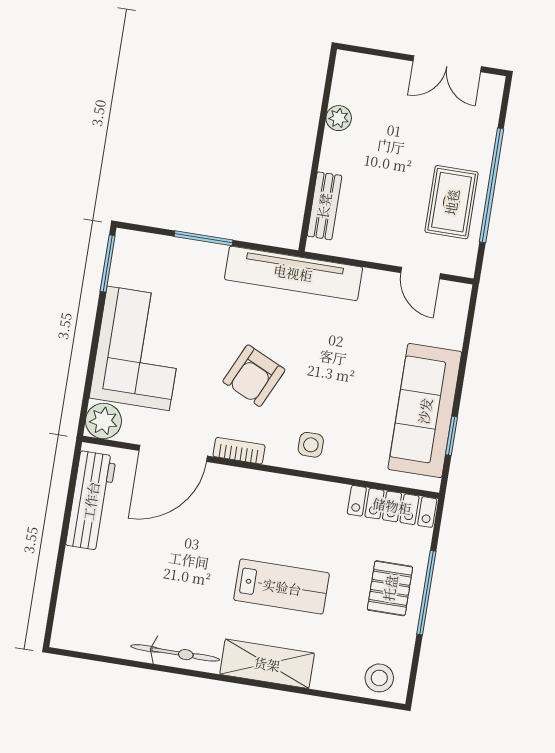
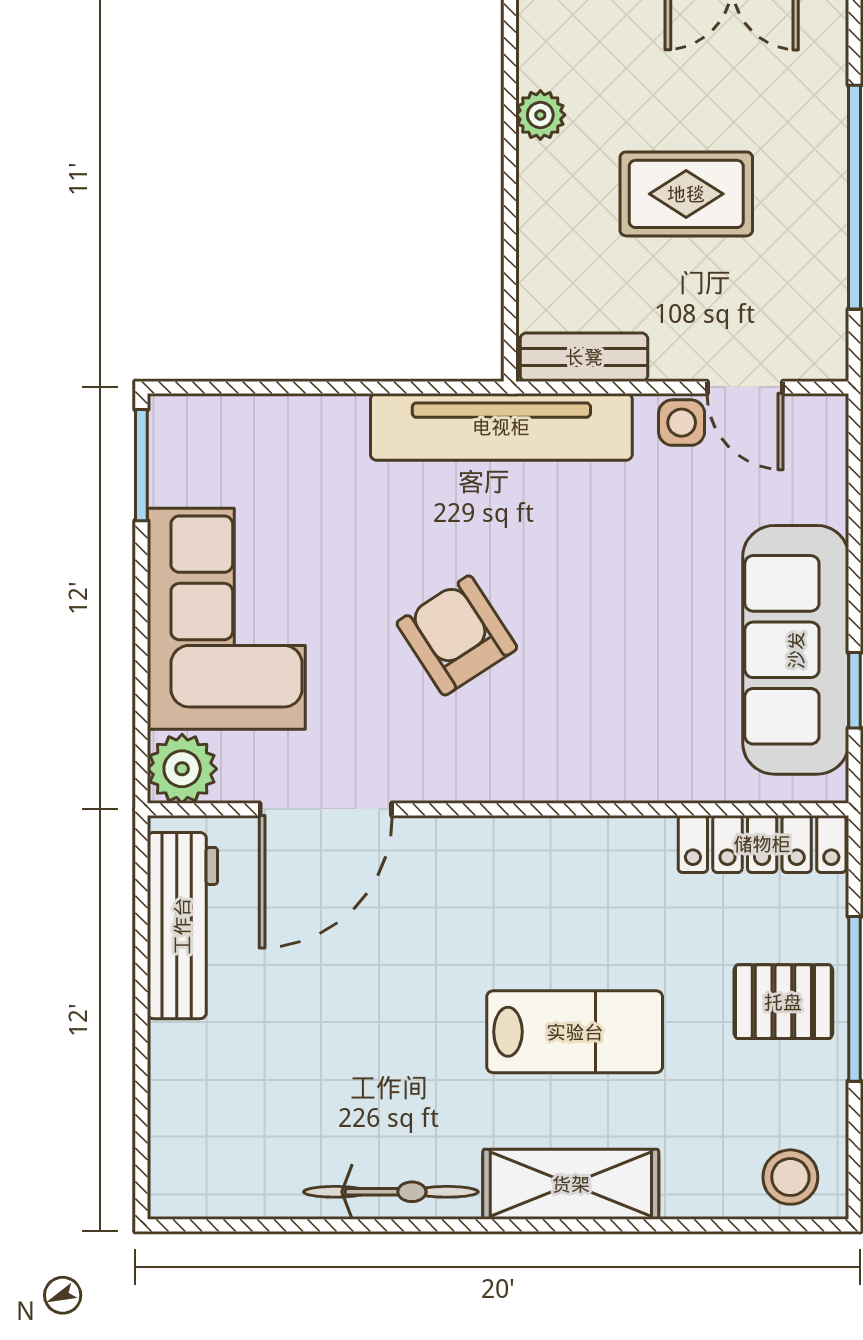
rug: (452, 202) -> (686, 194), moved, turned 90
bench: (324, 206) -> (584, 357), moved, turned 90
window: (204, 238) -> (318, 387), removed
armchair: (254, 376) -> (457, 635), turned 122
side table: (311, 445) -> (682, 423), moved
bookcase: (239, 451) -> (451, 784), removed
pallet: (390, 588) -> (783, 1002), turned 90

